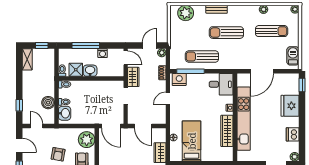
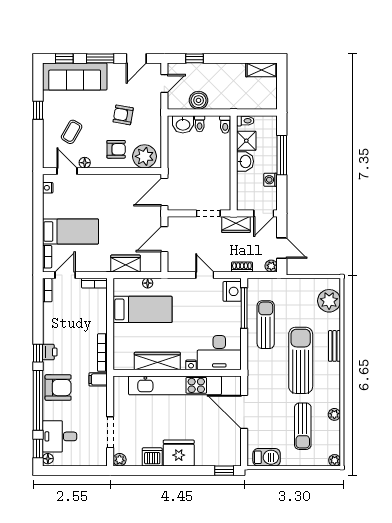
sun lounger: (226, 33) -> (301, 360), width x1.36, depth x1.34
window: (42, 45) -> (282, 91), removed
desk: (221, 84) -> (219, 353), width x1.37
fridge: (290, 106) -> (179, 453), moved

